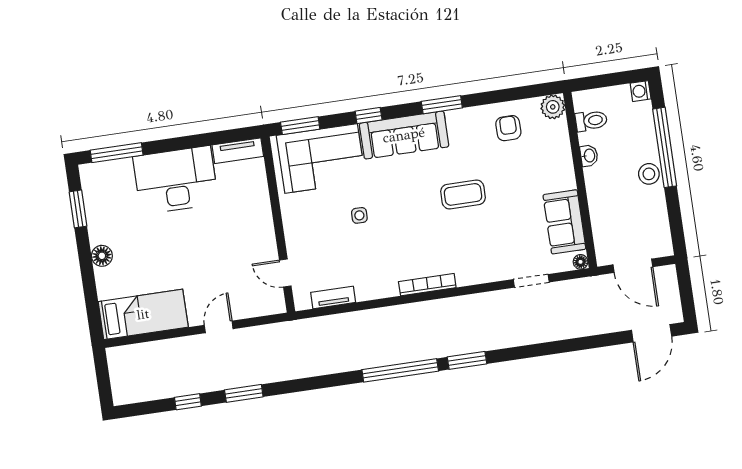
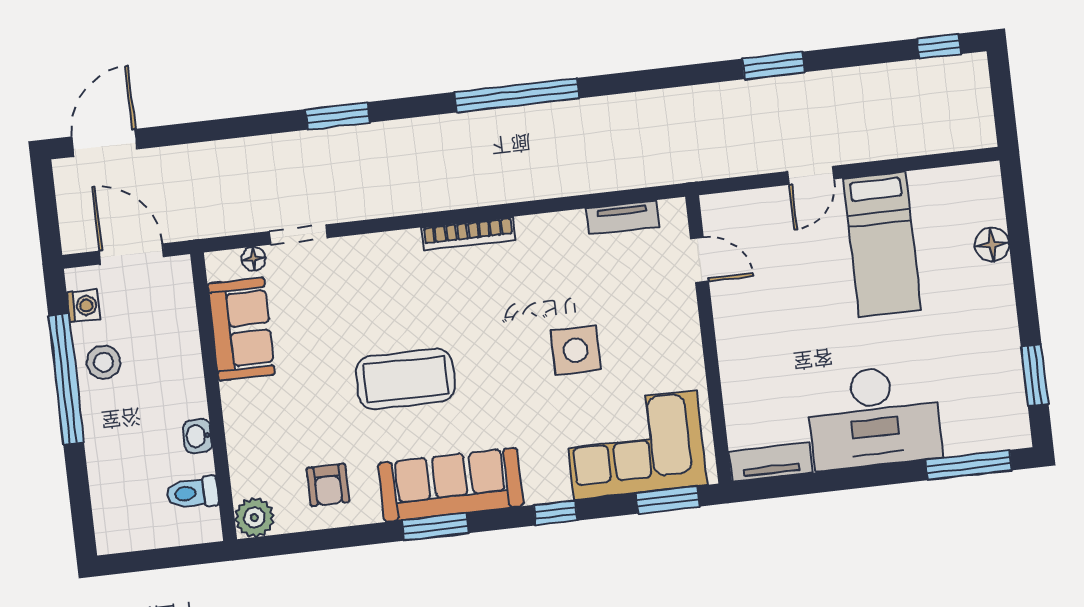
washing machine: (641, 91) -> (83, 306), moved
sofa: (404, 135) -> (451, 485), moved
window: (665, 147) -> (66, 379), moved
stool: (649, 174) -> (104, 362), moved
coffee table: (463, 194) -> (405, 379), width x1.36, depth x1.32
side table: (359, 215) -> (576, 350), width x1.87, depth x1.87
floor lamp: (102, 256) -> (992, 245), moved
floor lamp: (580, 262) -> (254, 259), moved
bed: (143, 314) -> (882, 244), moved, turned -90
window: (467, 360) -> (338, 116), moved
window: (188, 402) -> (939, 46), moved

